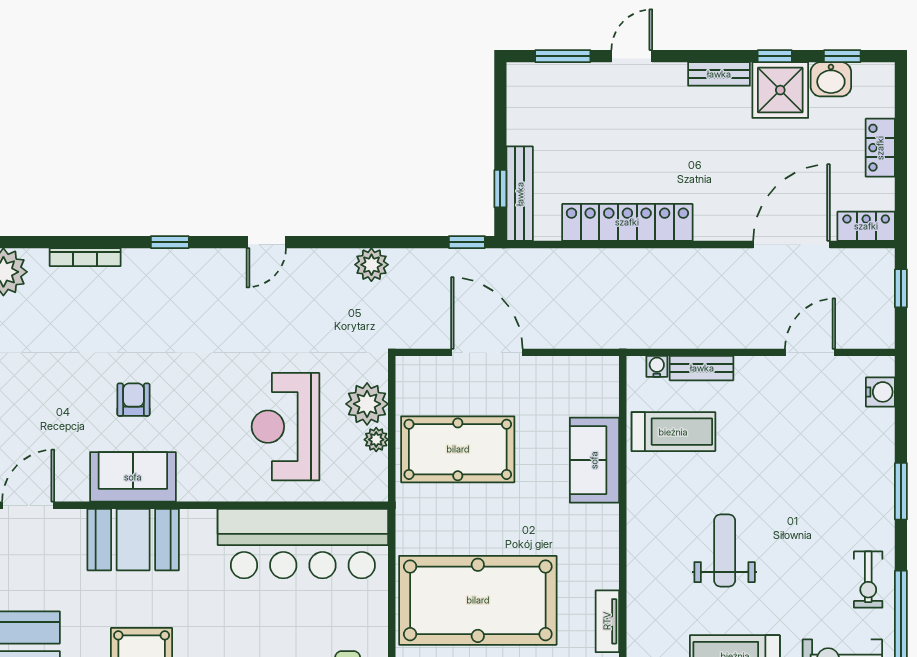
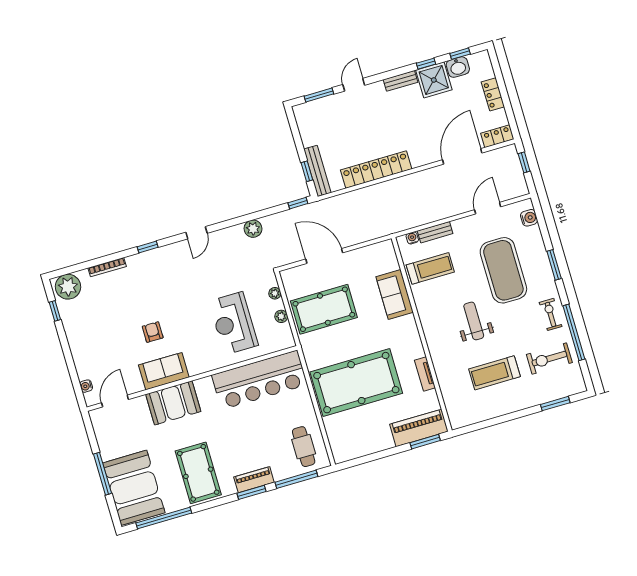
plant: (367, 404) -> (275, 293), width x0.53, depth x0.53
exercise mat: (806, 474) -> (503, 270), added
exercise bike: (868, 580) -> (551, 314), turned 180

